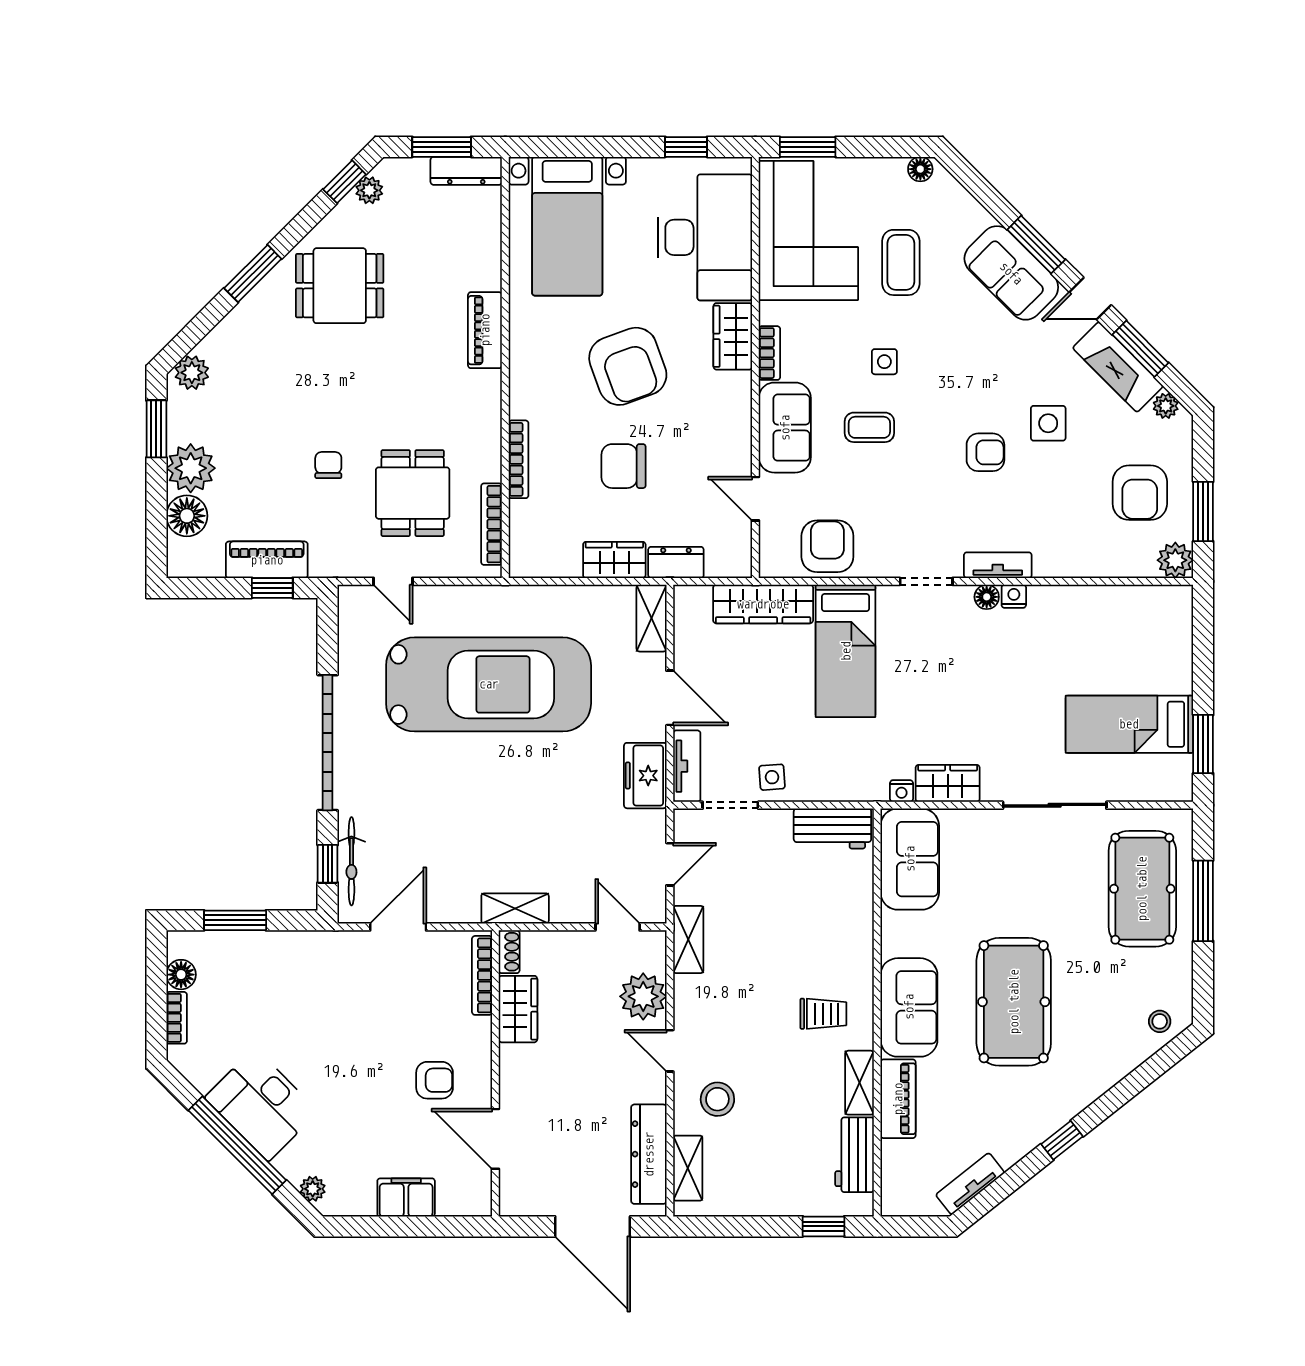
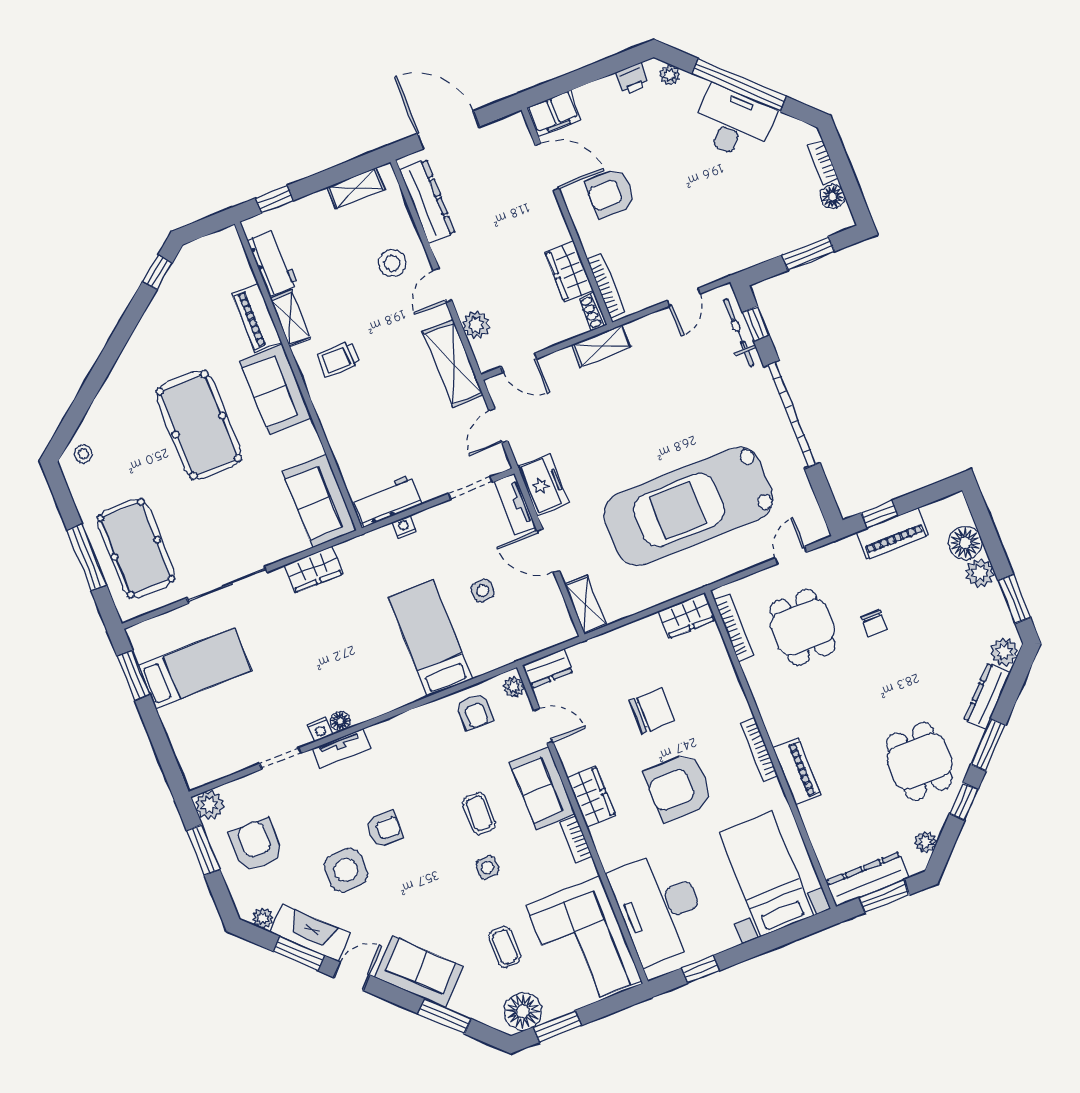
window: (808, 147) -> (557, 1026), moved
floor lamp: (920, 169) -> (523, 1011), width x1.89, depth x1.89
dresser: (466, 171) -> (867, 879), width x1.37, depth x1.24
window: (345, 182) -> (964, 802), moved
window: (1036, 245) -> (445, 1016), moved
coffee table: (901, 262) -> (505, 947), width x0.73, depth x0.77
dining table: (340, 286) -> (919, 762), turned 90
dresser: (232, 330) -> (987, 696), added
wardrobe: (733, 336) -> (591, 796), moved
armchair: (628, 366) -> (679, 787), turned -70
side table: (1048, 423) -> (346, 870), width x1.37, depth x1.37
coffee table: (869, 427) -> (479, 813), turned 90
armchair: (985, 452) -> (384, 829), turned 180
bookcase: (519, 459) -> (759, 749), moved
plant: (191, 468) -> (980, 573), width x0.73, depth x0.73
armchair: (827, 546) -> (475, 712), width x0.72, depth x0.72
plant: (772, 557) -> (514, 687), added
wardrobe: (614, 560) -> (687, 615), moved
dresser: (676, 562) -> (548, 669), moved
door: (393, 581) -> (791, 555), hinge flipped
doorway: (926, 581) -> (280, 758), moved
wardrobe: (763, 604) -> (506, 649), removed
side table: (772, 777) -> (483, 591), moved
nightstand: (901, 791) -> (404, 527), moved
door: (398, 927) -> (684, 297), width x0.73
shelving: (688, 939) -> (453, 363), width x1.50, depth x1.33
plant: (643, 996) -> (476, 325), width x0.73, depth x0.73
door: (670, 1051) -> (443, 285), swing flipped
armchair: (435, 1080) -> (611, 193), width x1.38, depth x1.38
window: (1062, 1140) -> (157, 272), moved
shelving: (688, 1168) -> (356, 188), moved, turned 90
tv unit: (970, 1184) -> (177, 275), removed
filing cabinet: (406, 1197) -> (554, 113), moved
printer: (358, 1201) -> (632, 79), added

